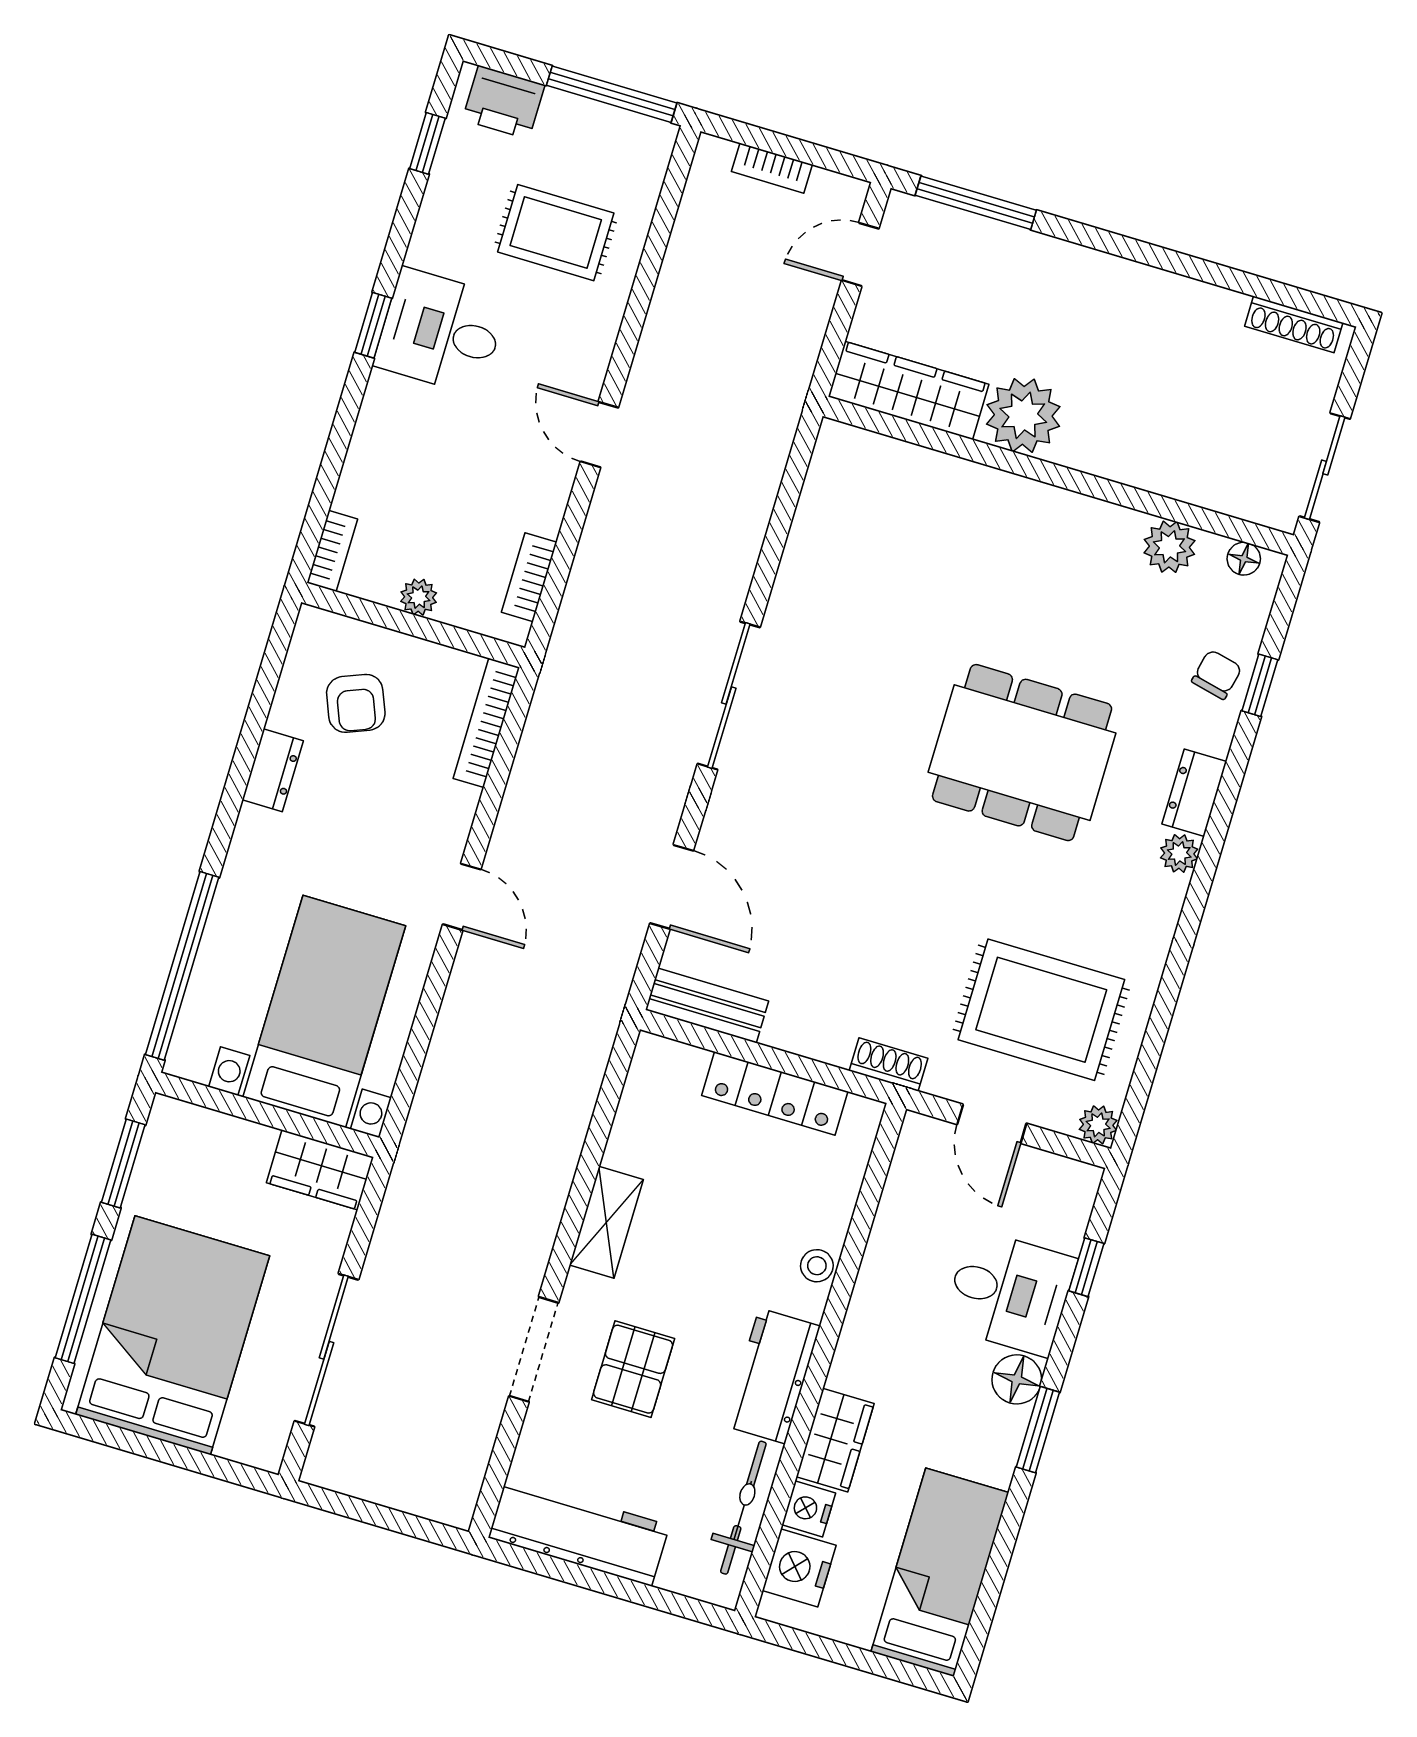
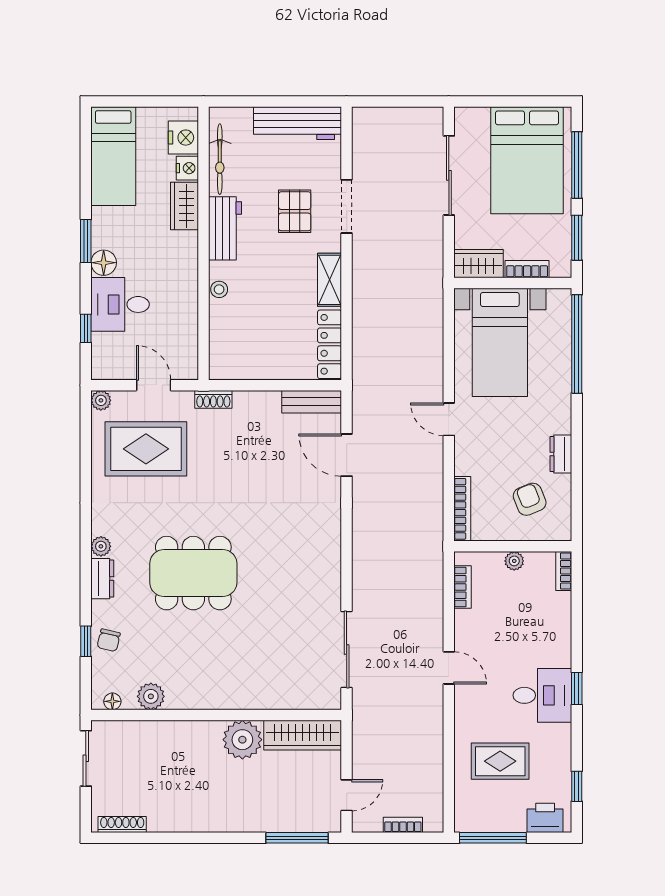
sliding door: (729, 696) -> (347, 650), moved
locker: (775, 1093) -> (330, 344), moved, turned -90
bookcase: (233, 1133) -> (527, 269), added

